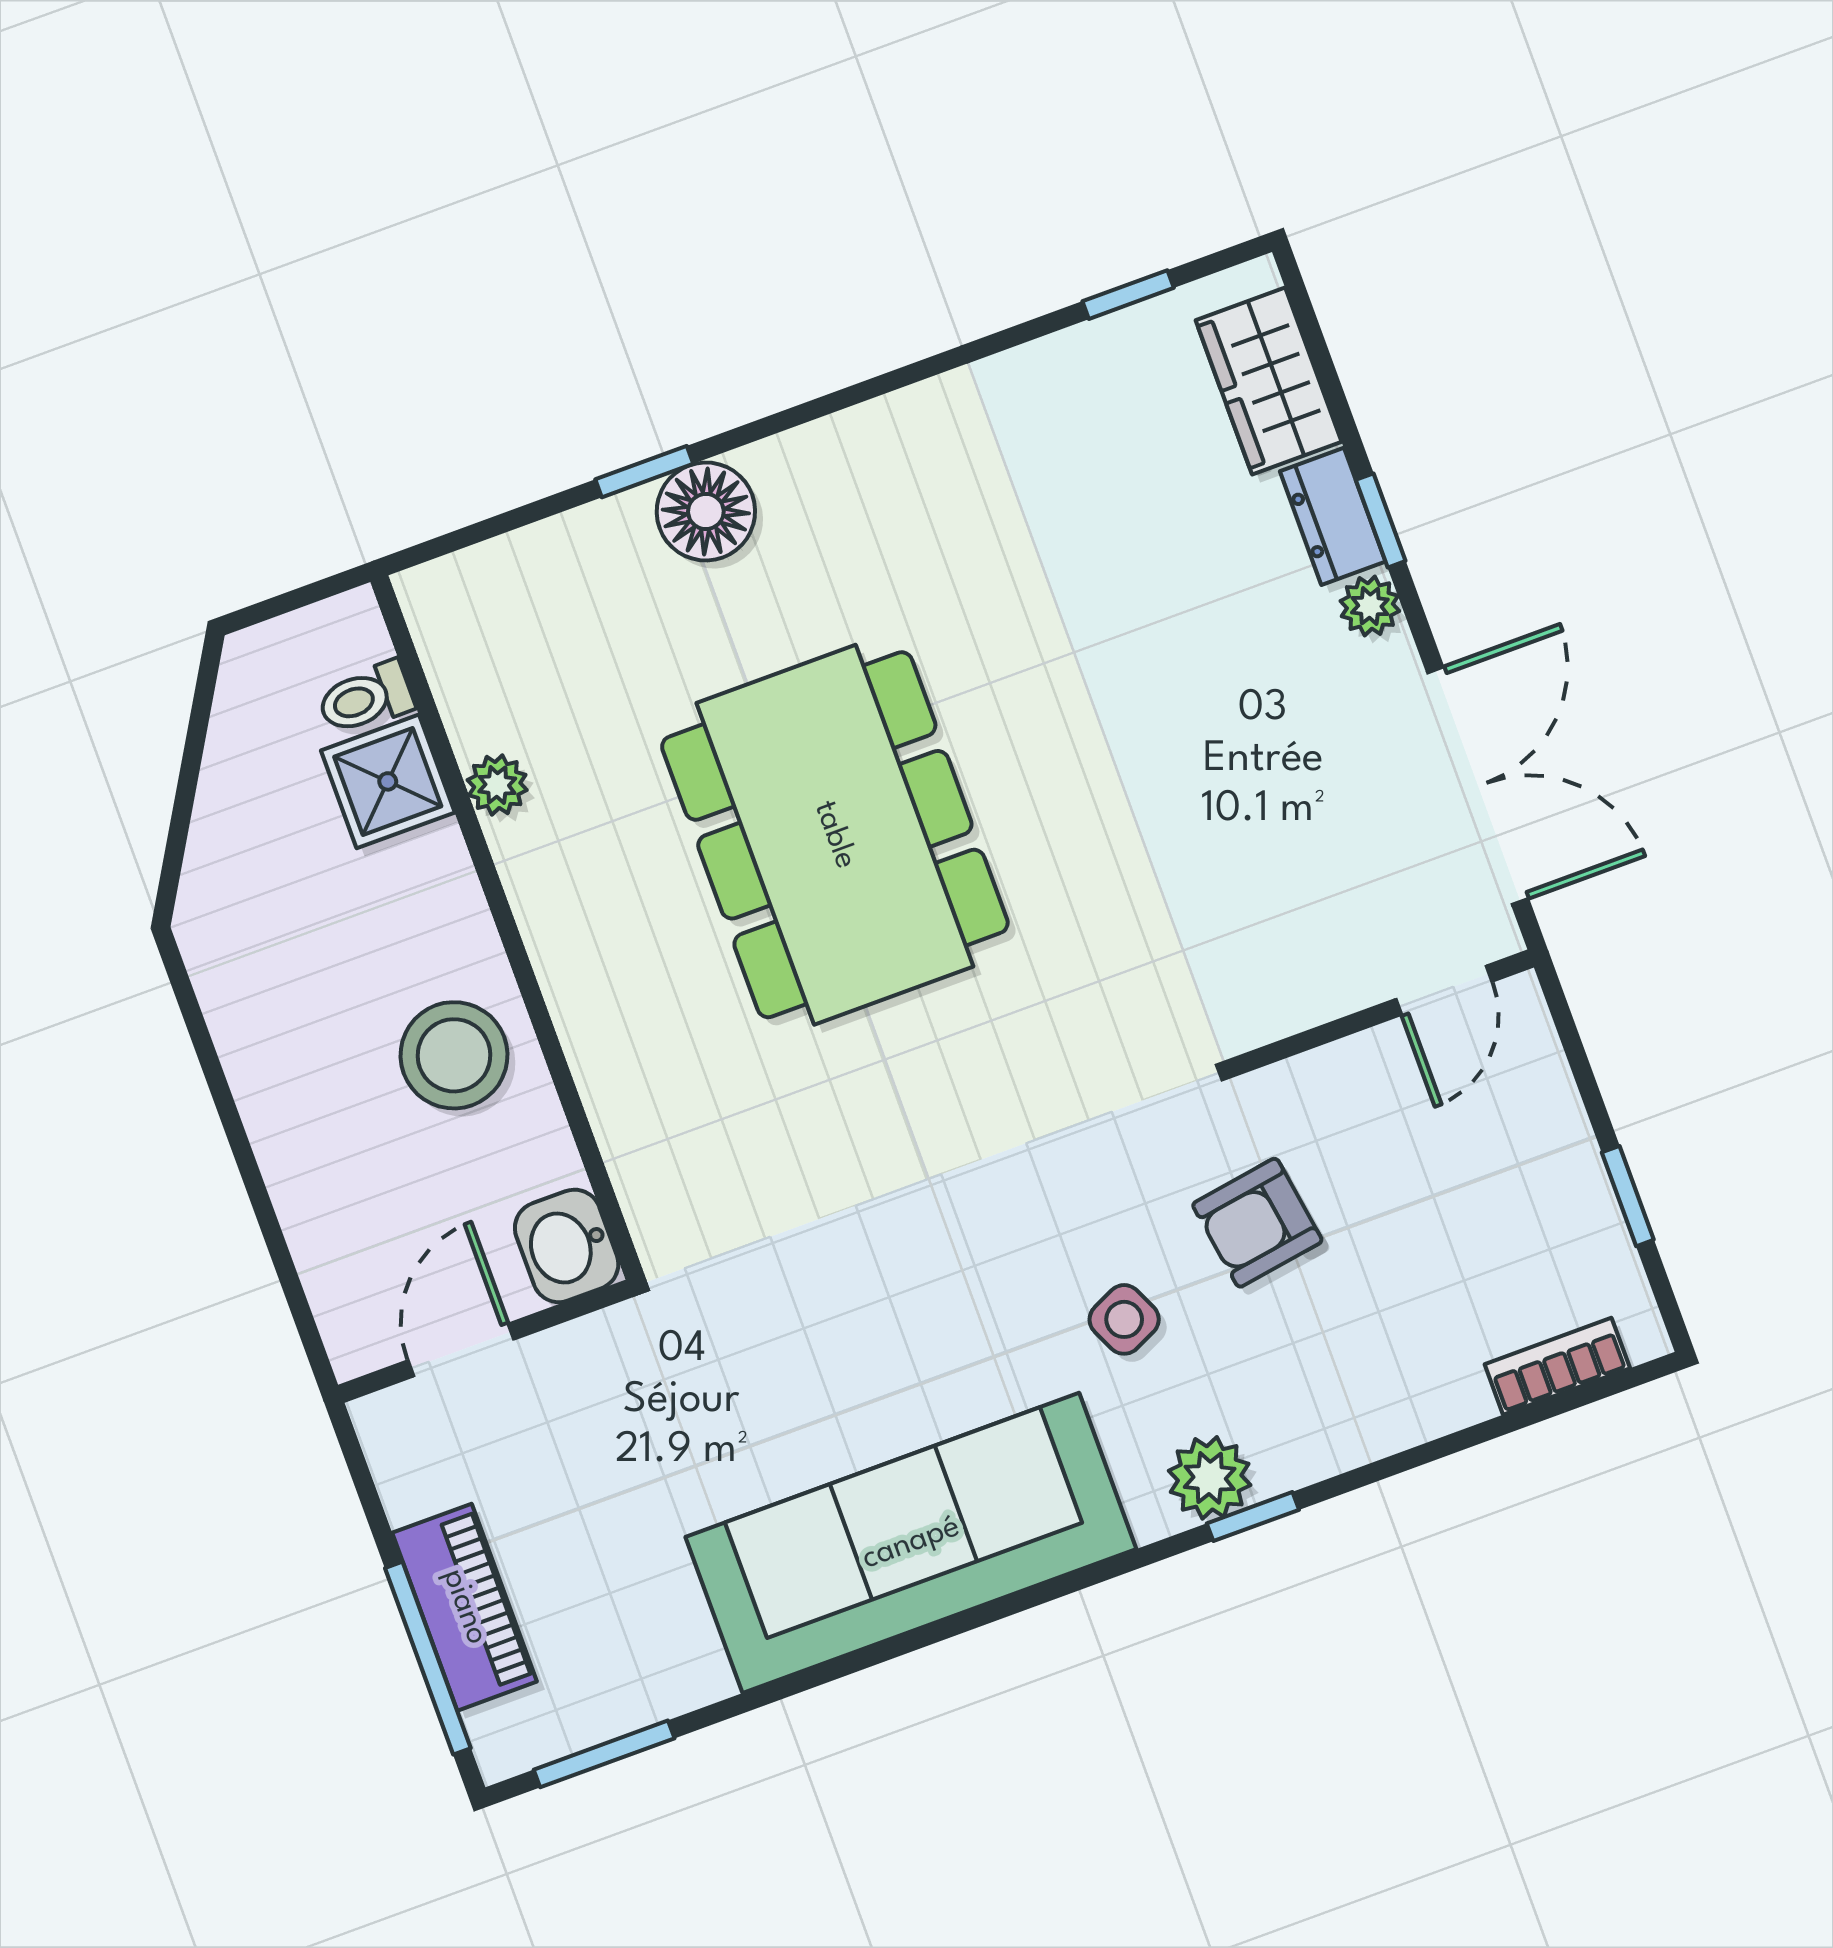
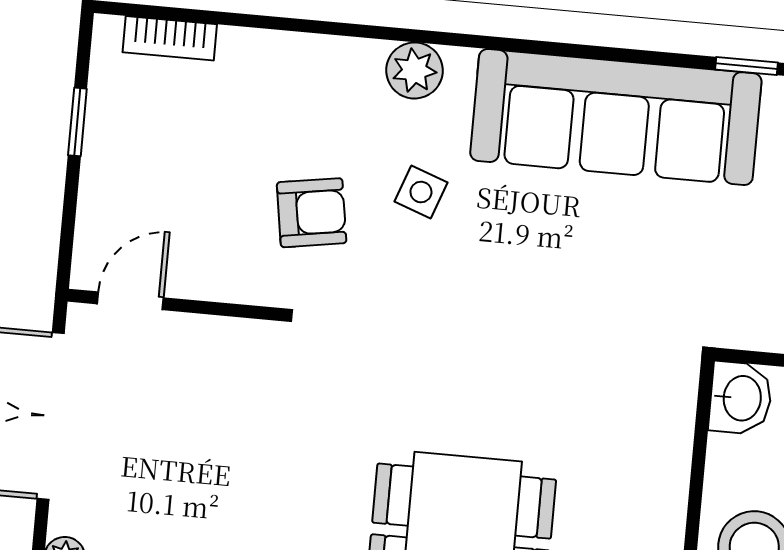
side table: (1124, 1319) -> (421, 192), turned 45
window: (1253, 1517) -> (747, 66), moved

